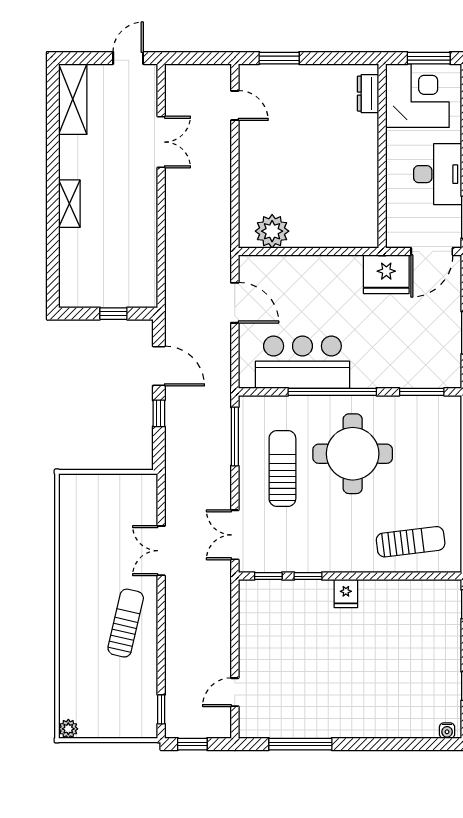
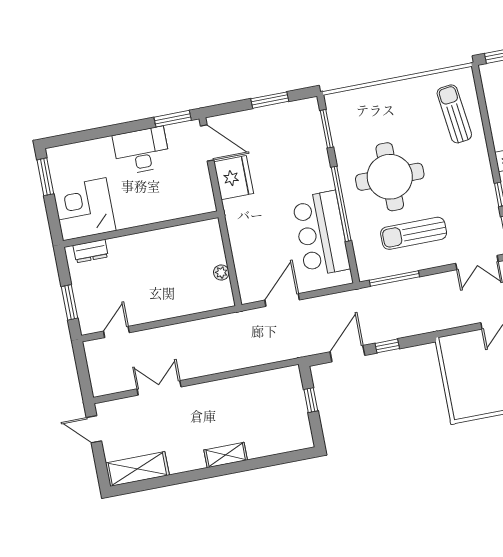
dresser: (368, 94) -> (91, 251), moved
corner desk: (417, 96) -> (84, 209), moved
wall: (382, 156) -> (141, 229), moved
plant: (272, 231) -> (221, 272), width x0.53, depth x0.53

